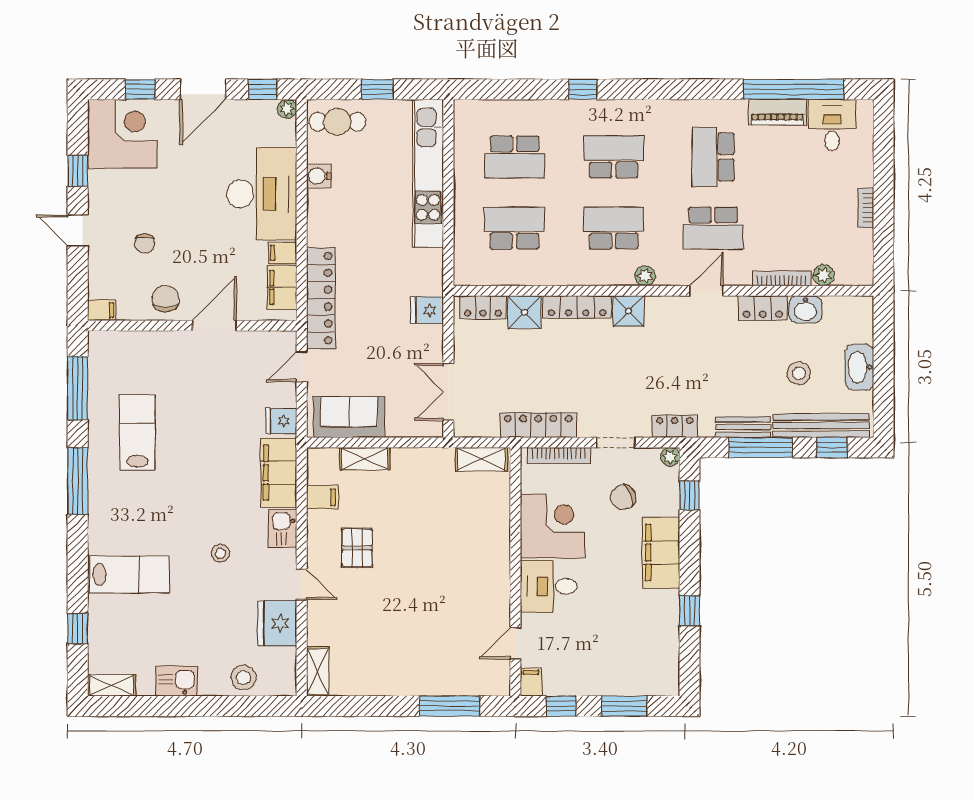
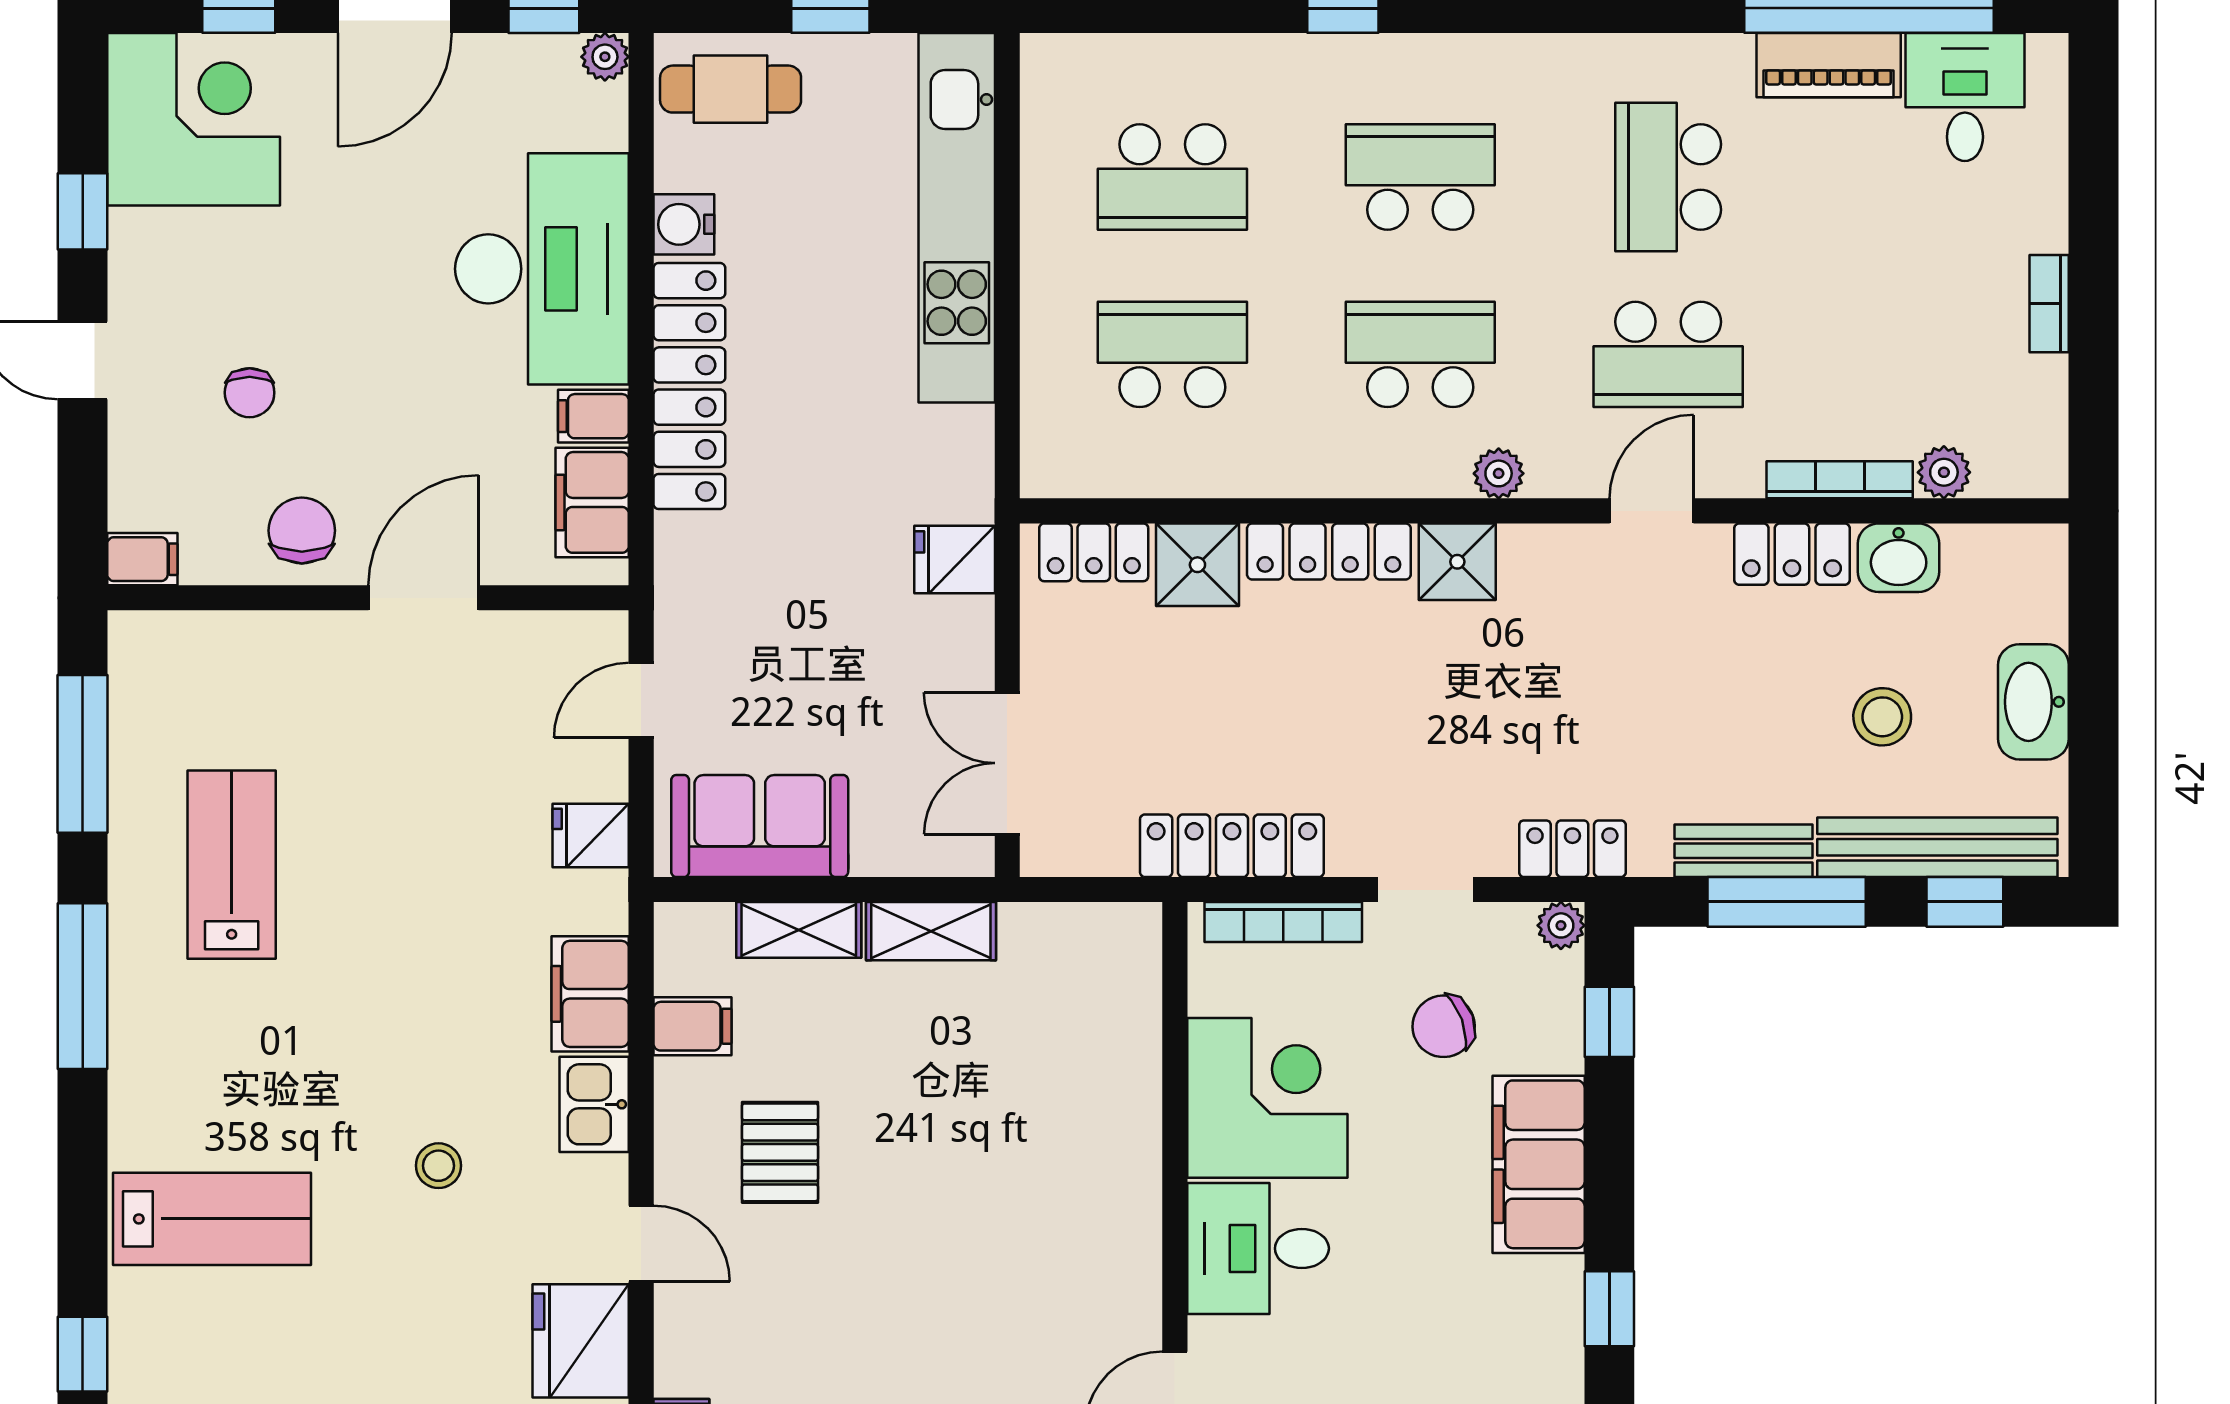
locker: (321, 298) -> (689, 386), moved
shelving: (481, 459) -> (931, 931), moved
filing cabinet: (279, 473) -> (590, 994), width x0.67, depth x0.86

